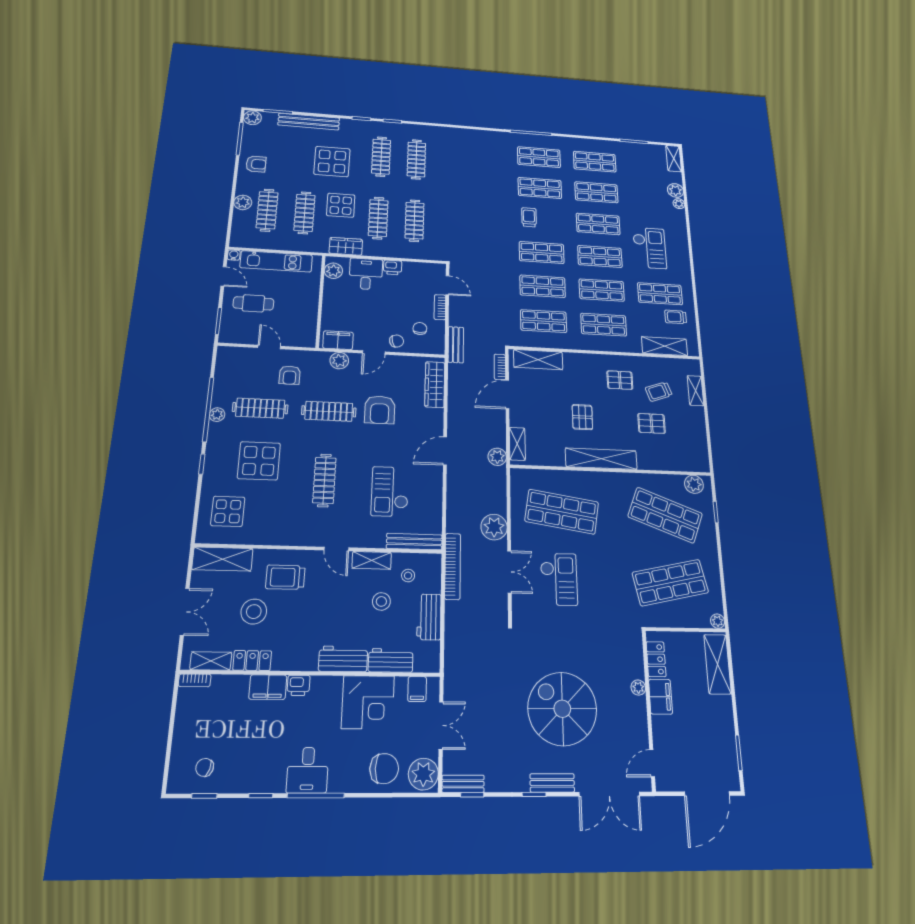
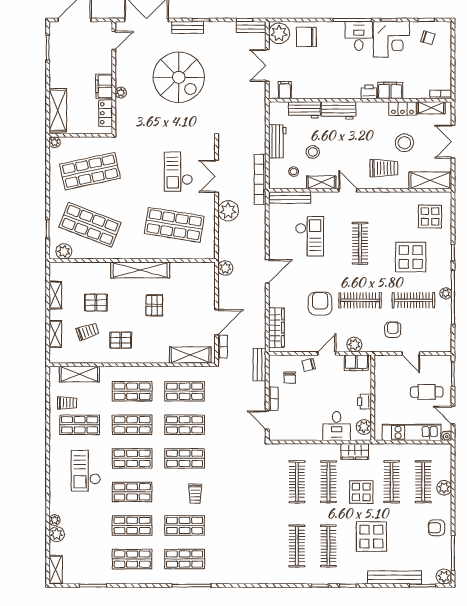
printer: (393, 267) -> (364, 402), moved, turned -90
shelving: (517, 444) -> (55, 295), moved
corner desk: (368, 702) -> (391, 39), moved, turned 180

